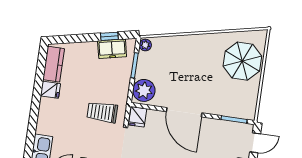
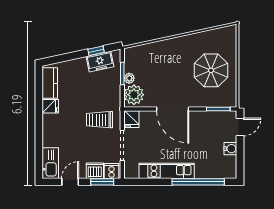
plant: (145, 45) -> (129, 78), moved
parasol: (242, 61) -> (211, 70), moved

